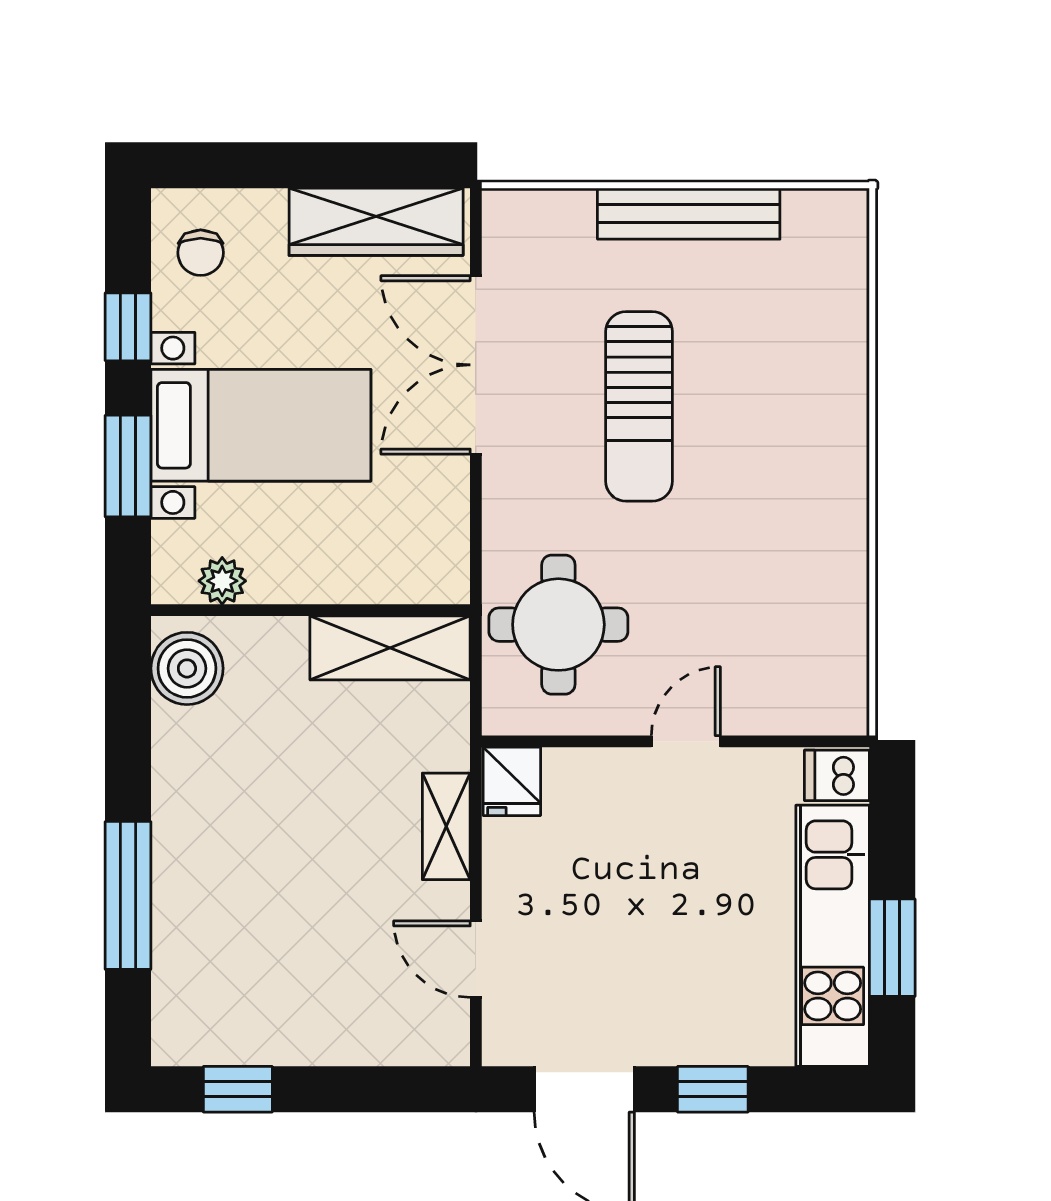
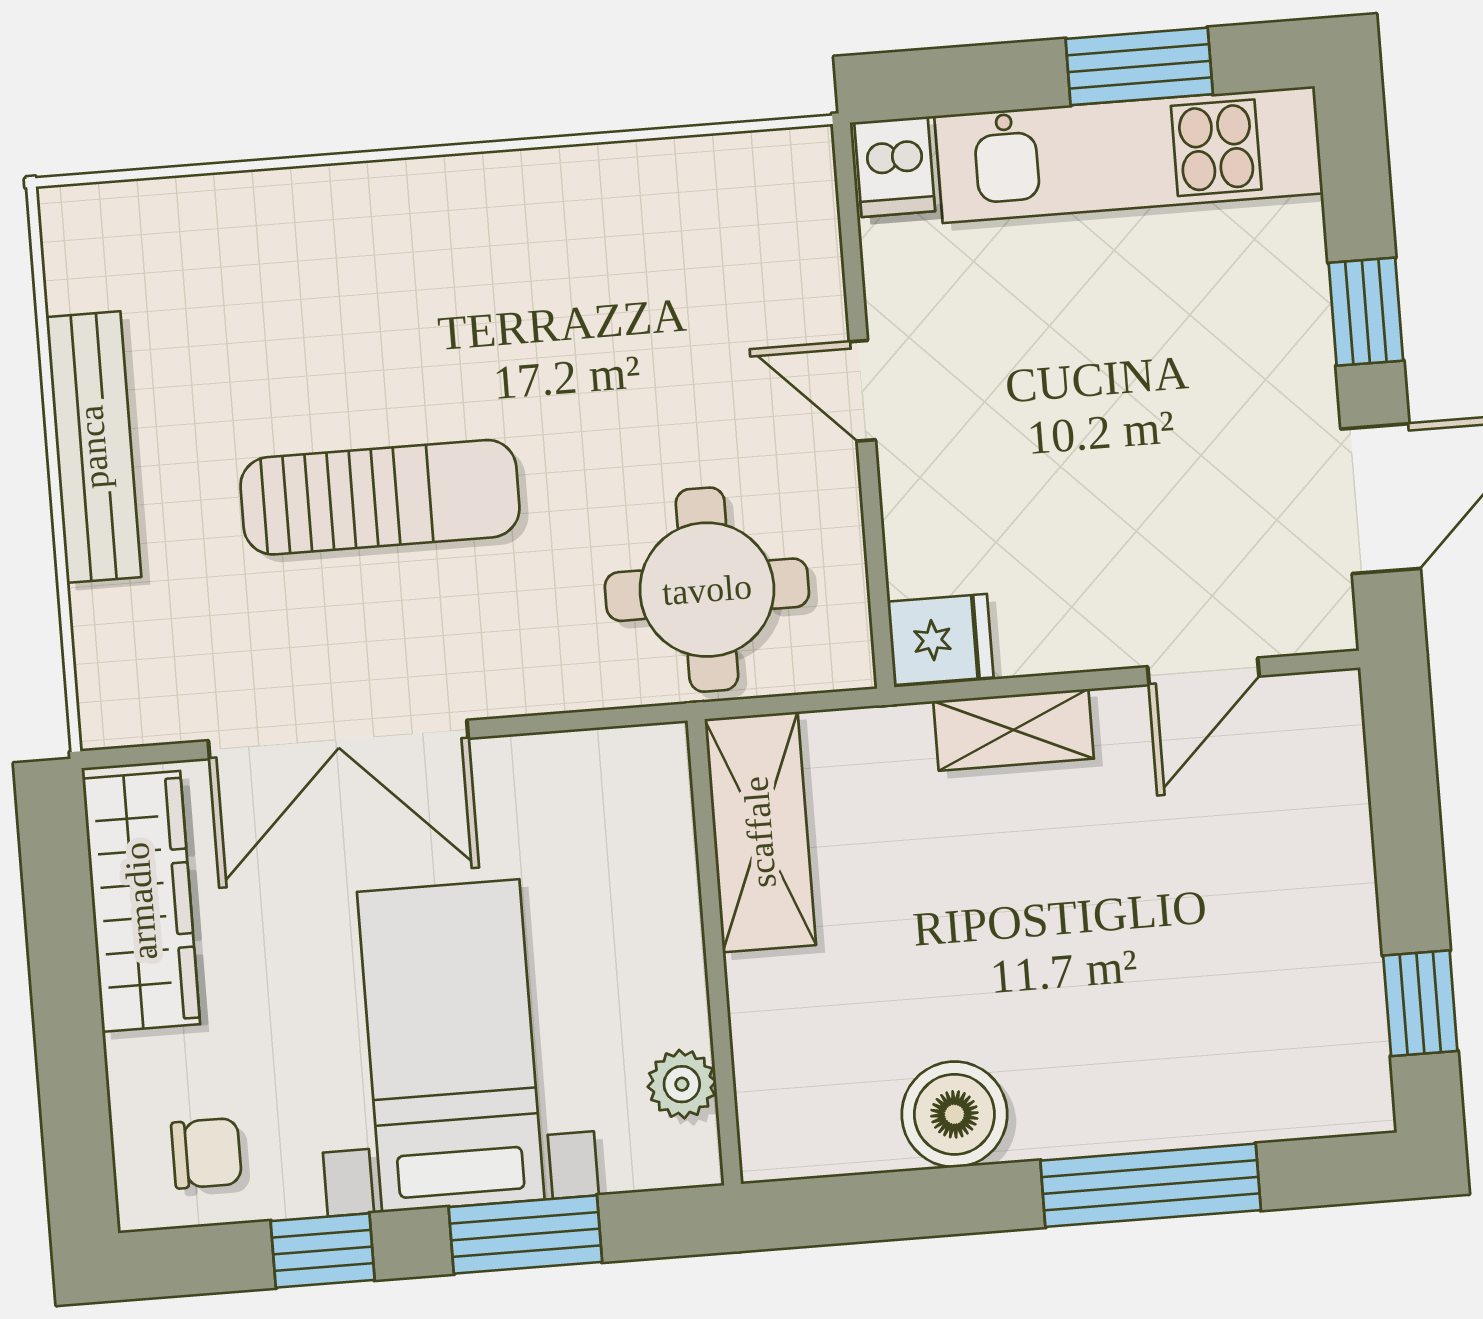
boiler: (187, 668) -> (954, 1114), moved

